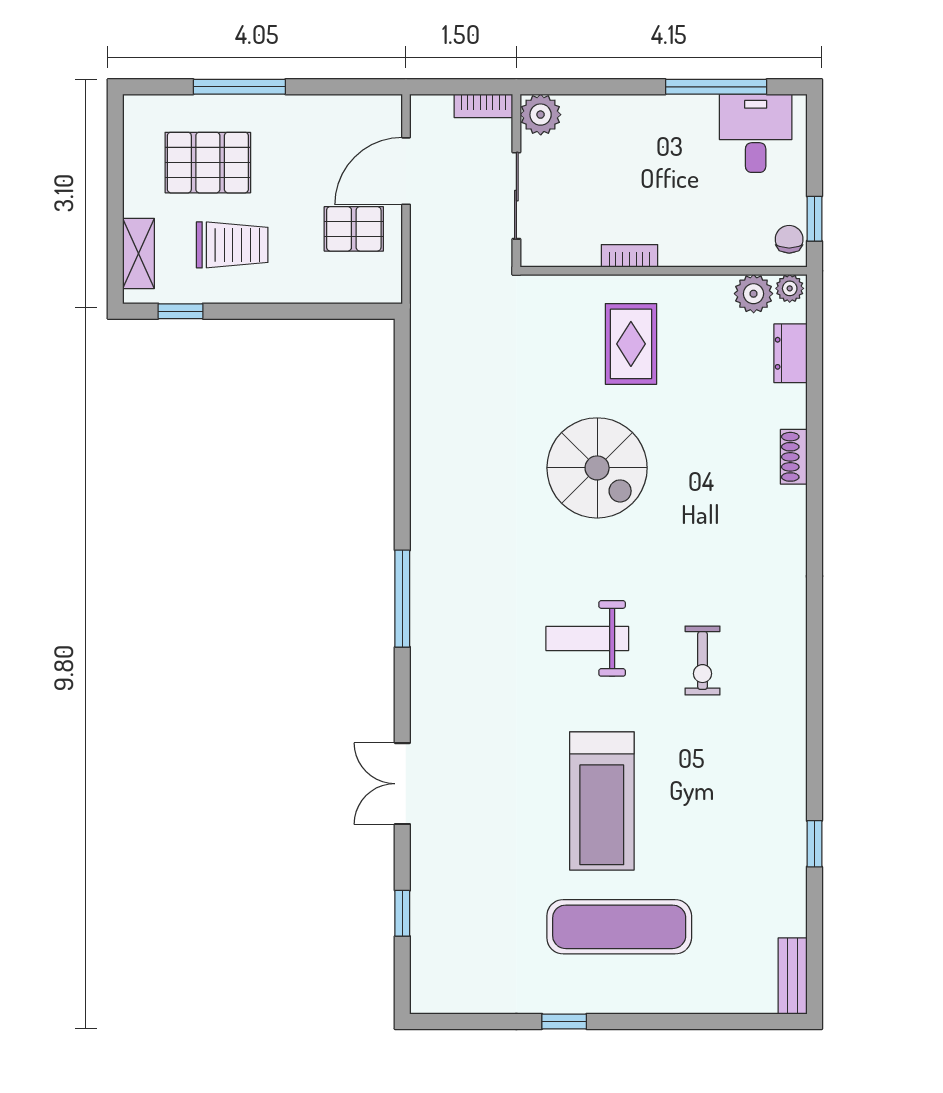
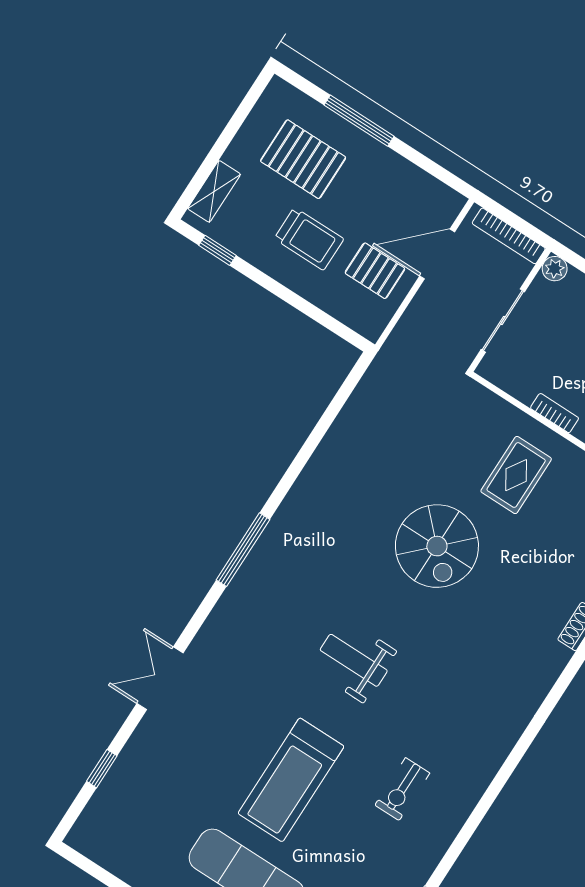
bookcase: (483, 106) -> (509, 236), width x1.56
plant: (541, 115) -> (555, 269), width x0.73, depth x0.73
trolley: (232, 245) -> (309, 239), moved
exercise bike: (703, 660) -> (402, 789), moved

